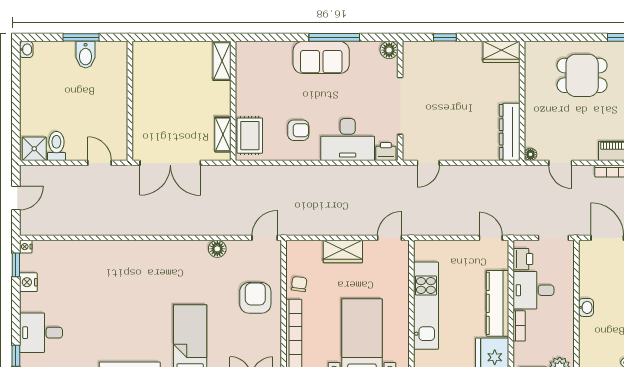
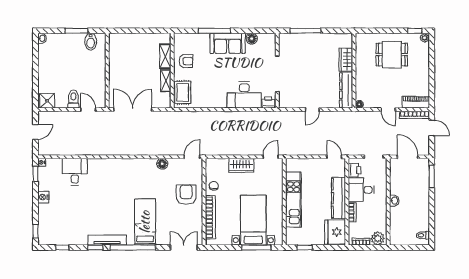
window: (334, 37) -> (214, 31), moved
window: (445, 37) -> (305, 31), width x2.17
floor lamp: (389, 50) -> (252, 39), moved
wardrobe: (501, 52) -> (346, 60), moved, turned 90
bidet: (86, 55) -> (91, 42), moved
shelving: (222, 61) -> (165, 56), moved
armchair: (298, 130) -> (186, 61), moved
shelving: (223, 134) -> (166, 81), moved
toilet: (56, 146) -> (73, 99), moved
double door: (170, 163) -> (133, 110), swing flipped
door: (428, 163) -> (312, 110), moved
door: (560, 163) -> (388, 110), moved
nightstand: (28, 282) -> (43, 197), moved
desk: (41, 333) -> (75, 172), moved, turned 90

